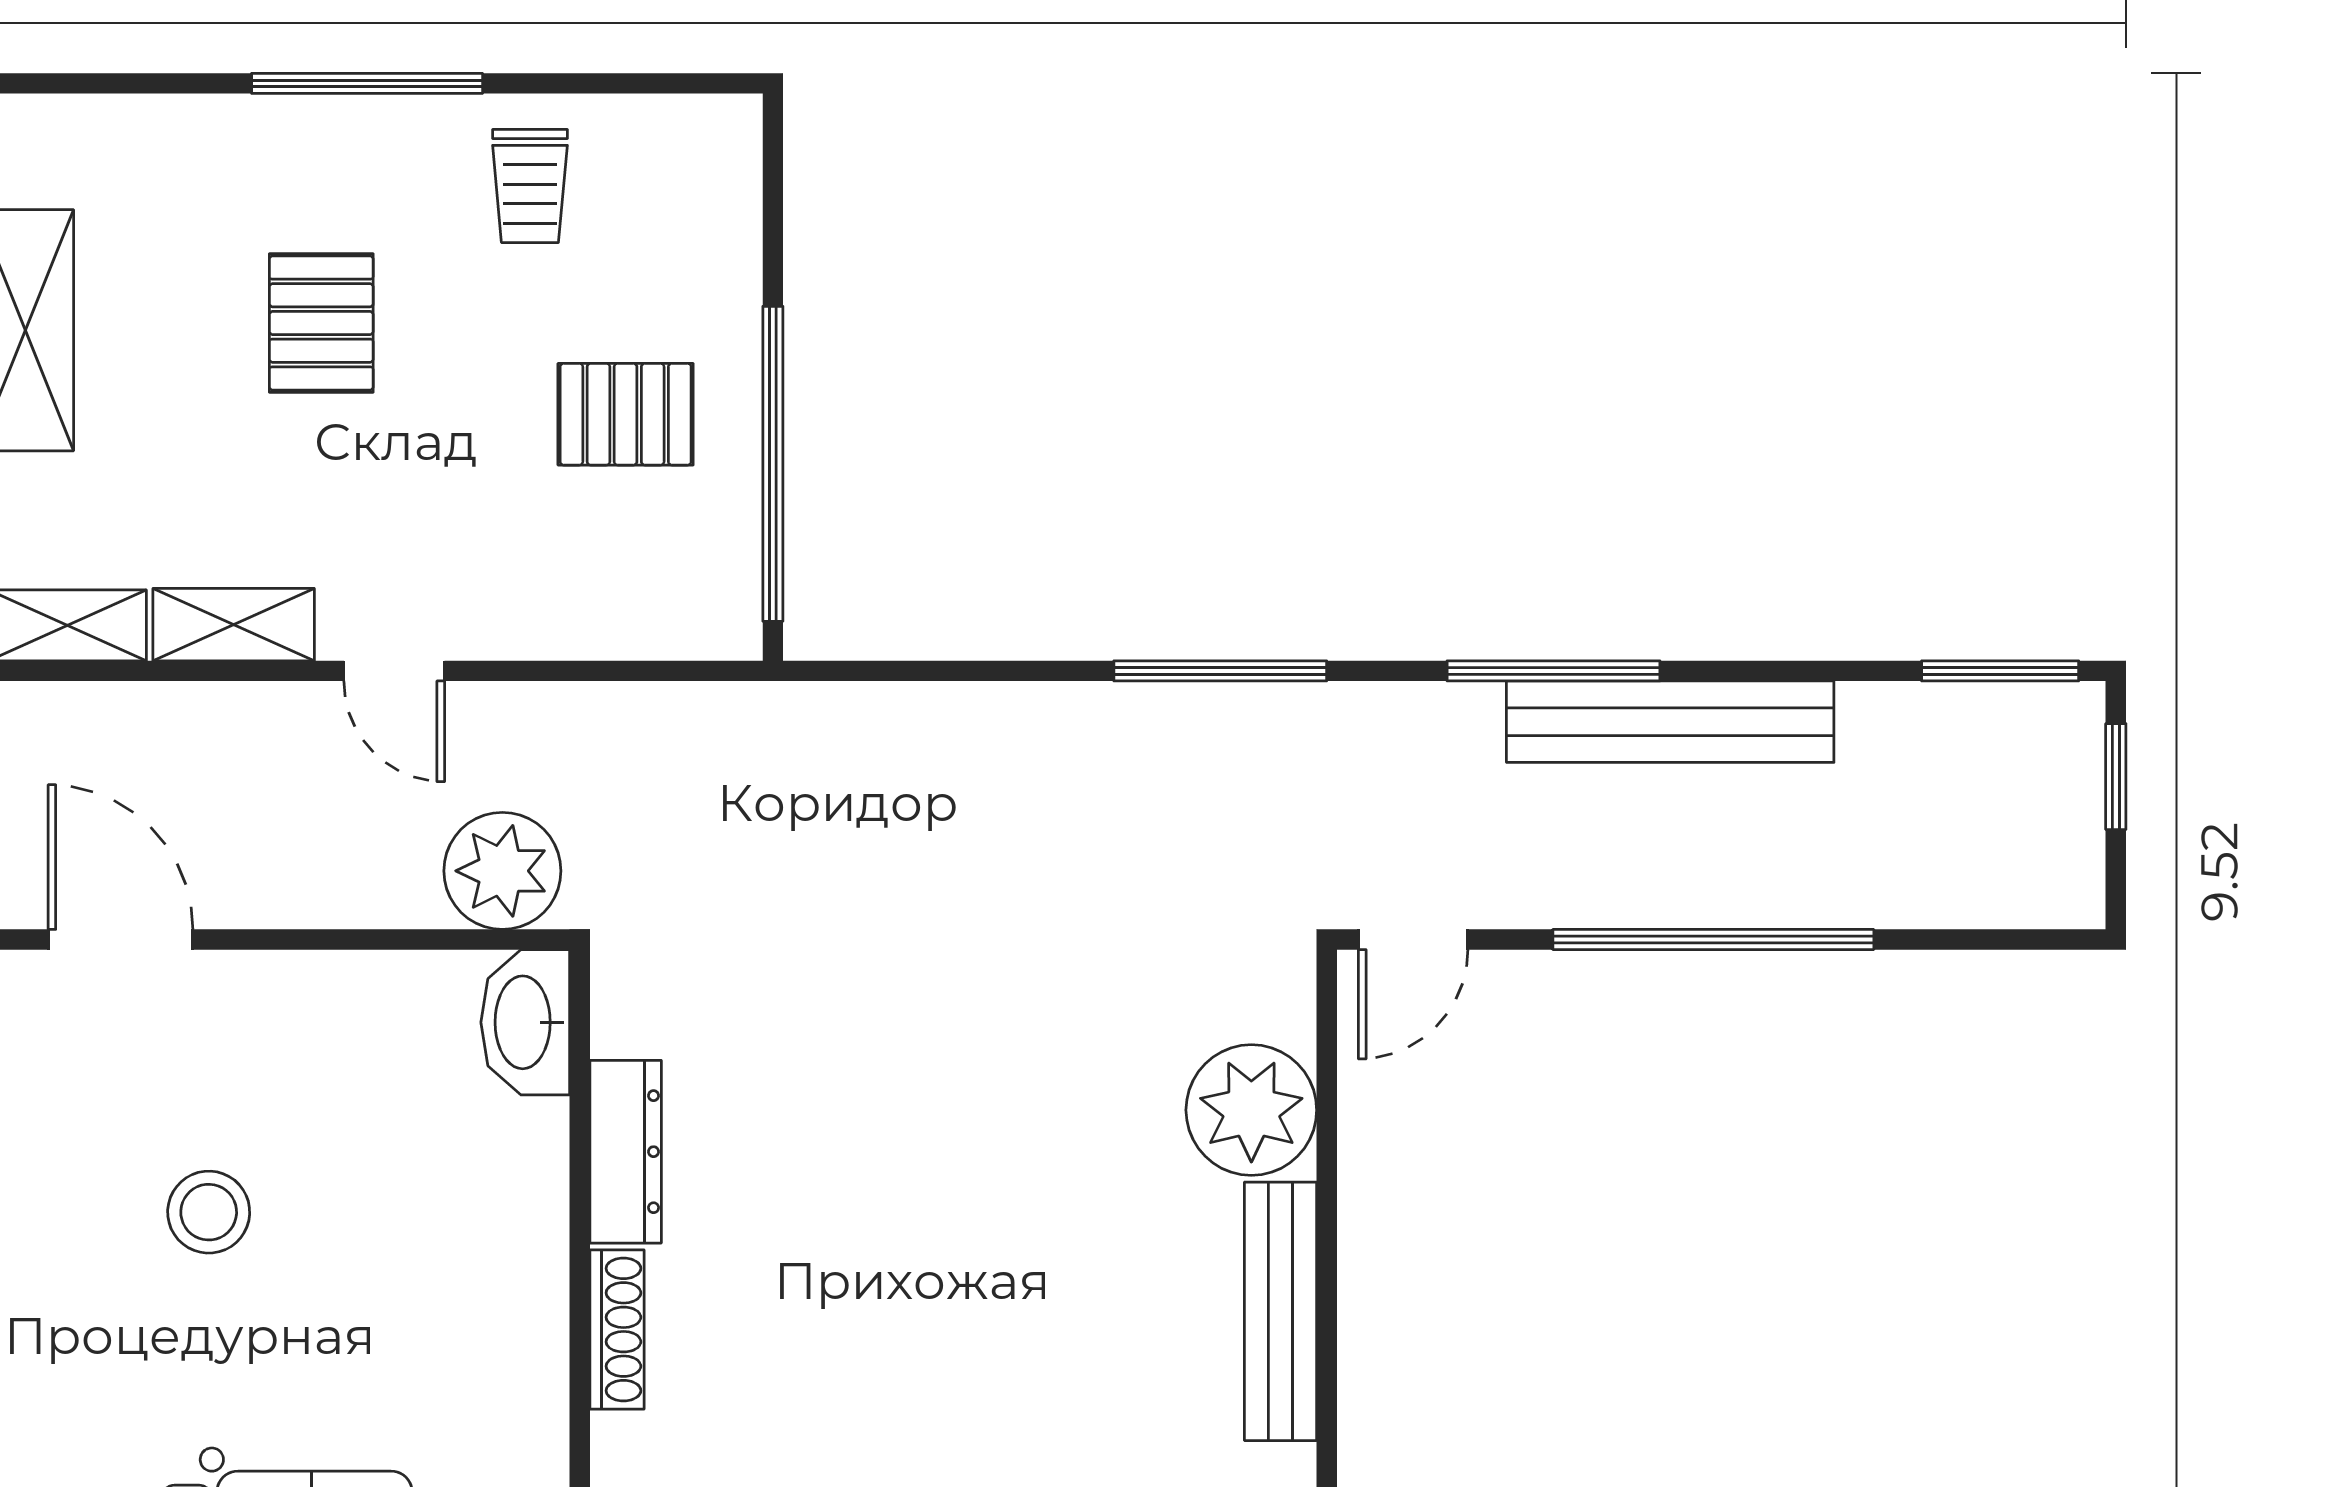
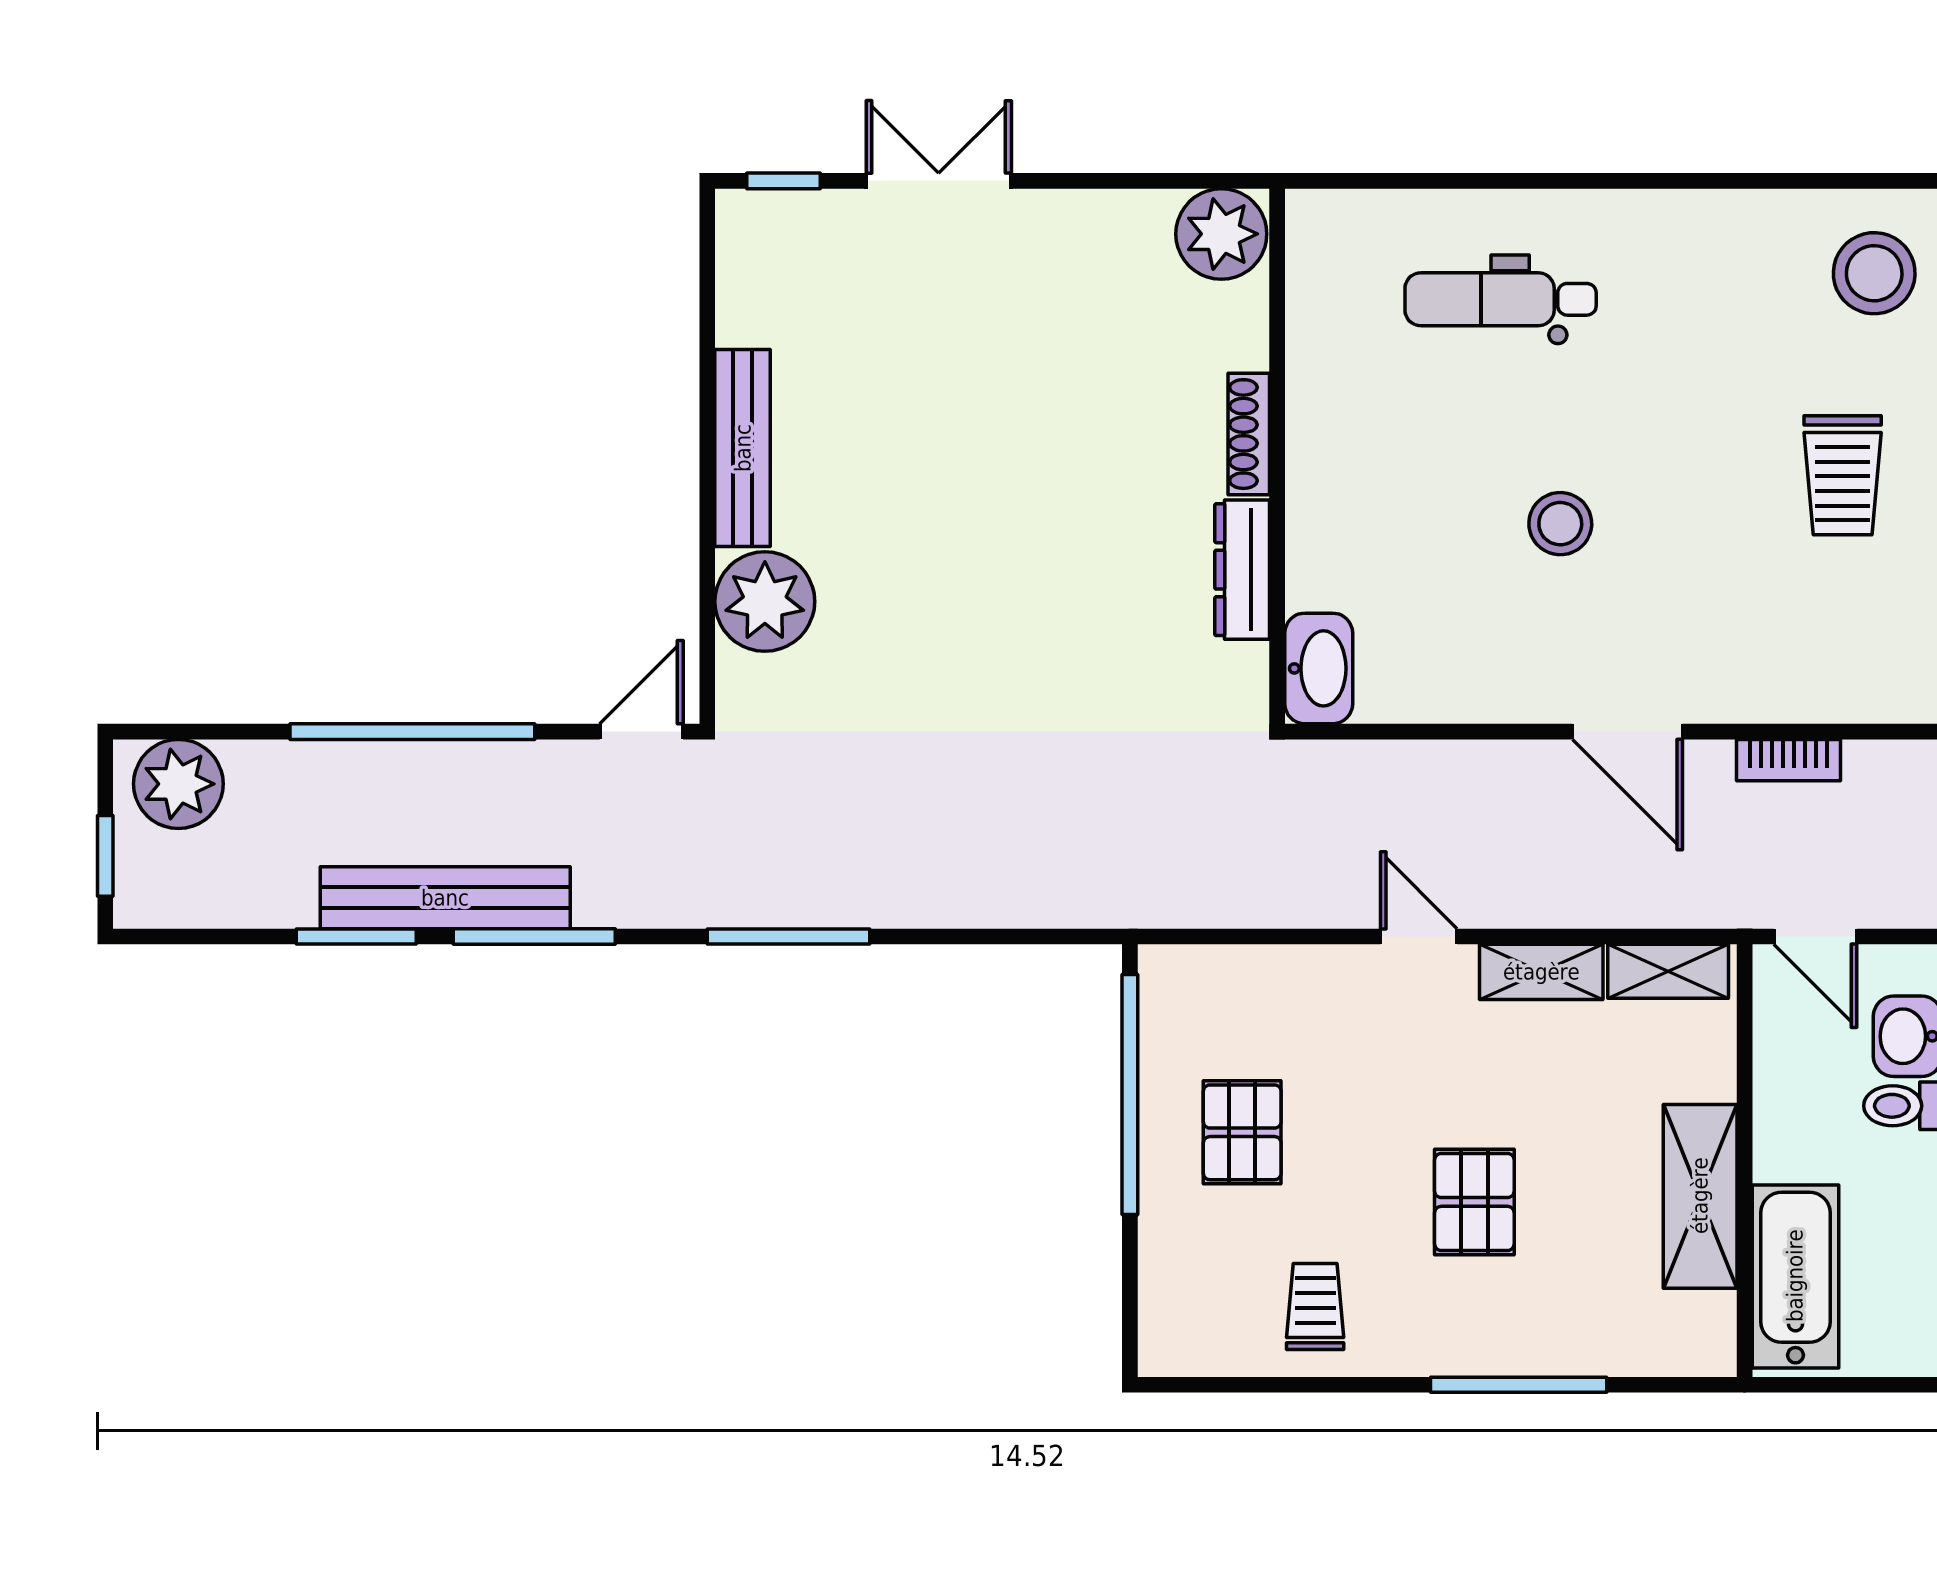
window: (367, 83) -> (1519, 1385), moved
pallet: (626, 414) -> (1242, 1132), turned 90
window: (2000, 671) -> (356, 937), moved
plant: (502, 871) -> (178, 784), moved

